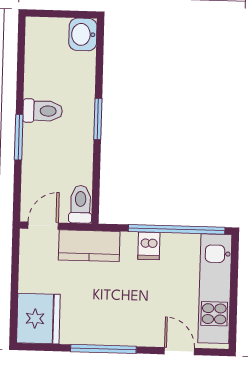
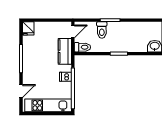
toilet: (43, 111) -> (102, 30), moved
door: (43, 226) -> (73, 32), hinge flipped
fridge: (38, 319) -> (28, 28), width x0.53, depth x0.75

